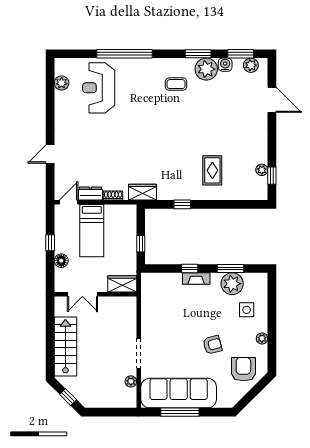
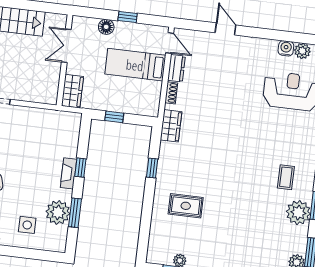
water cooler: (225, 65) -> (286, 48), moved, turned -90

